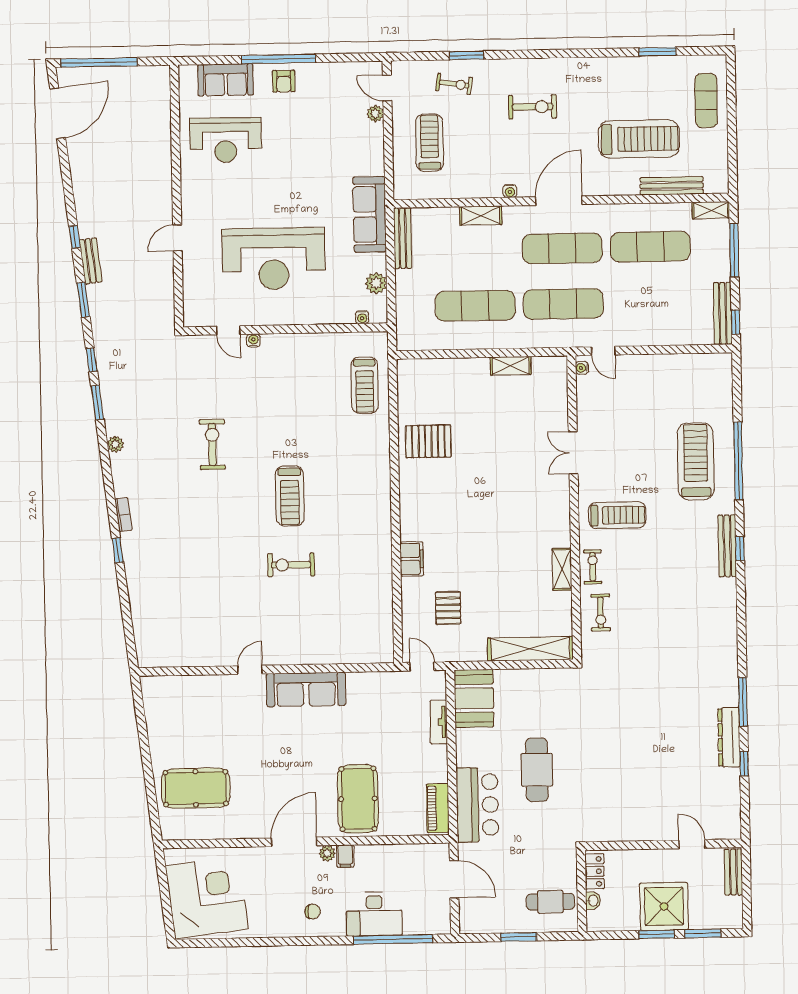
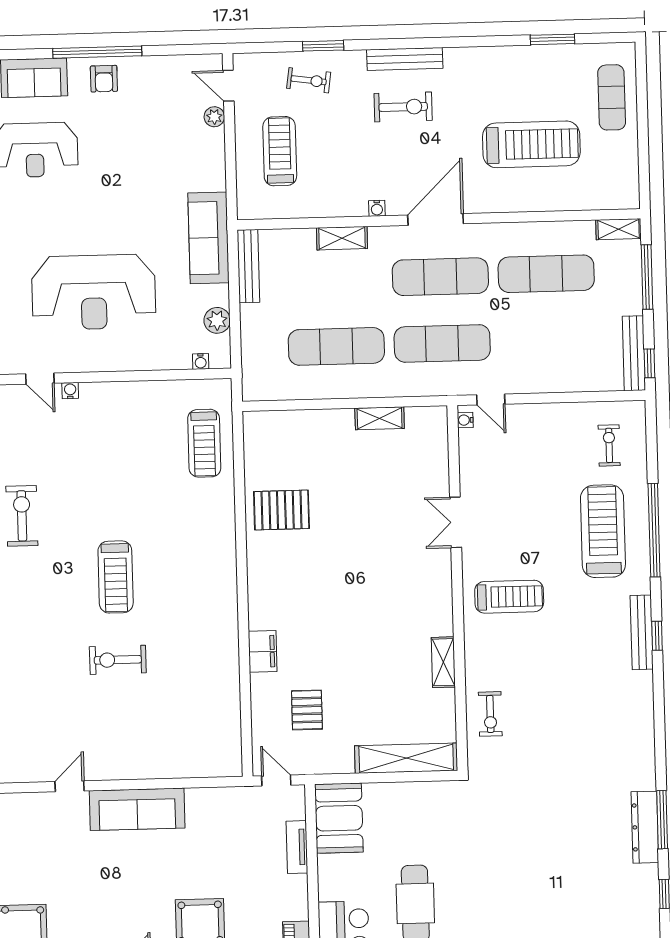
bench: (672, 186) -> (405, 59), moved
exercise bike: (593, 567) -> (609, 445), moved
dresser: (729, 737) -> (645, 827), moved

